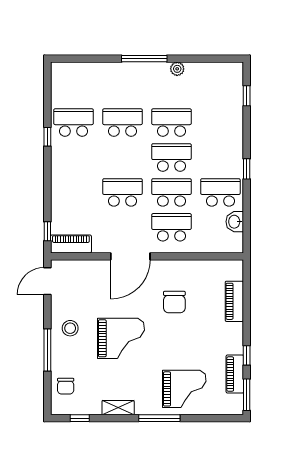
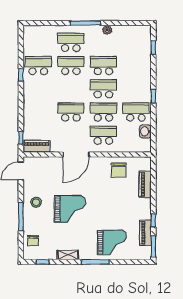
school desk: (123, 88) -> (71, 42), added
chair: (174, 302) -> (119, 170), moved

